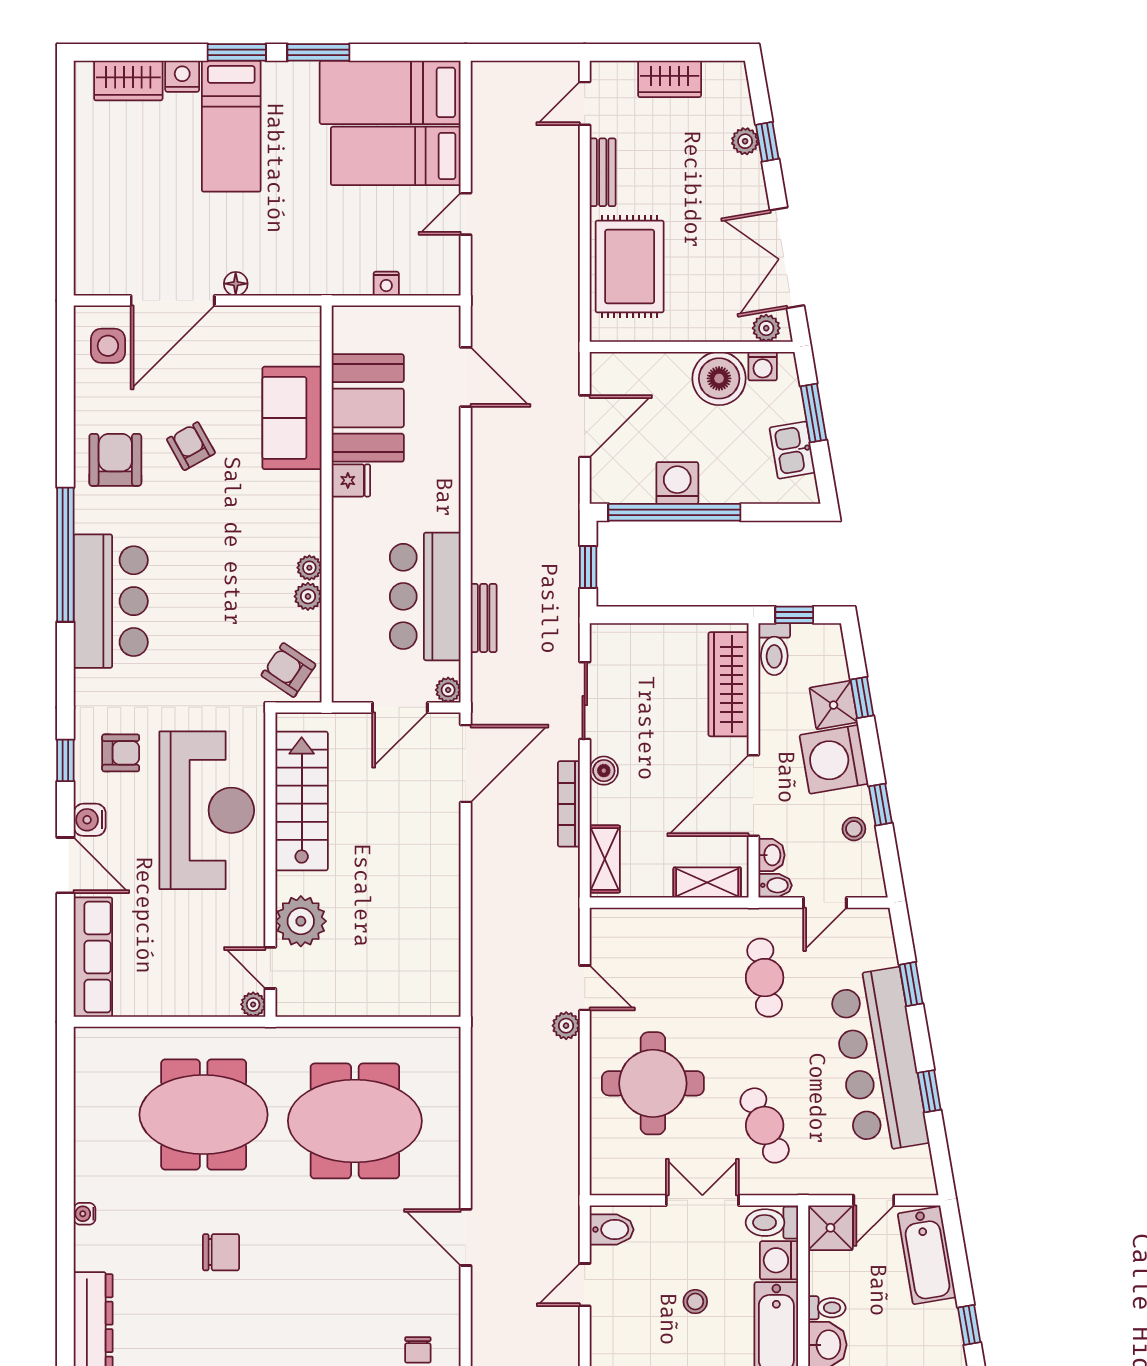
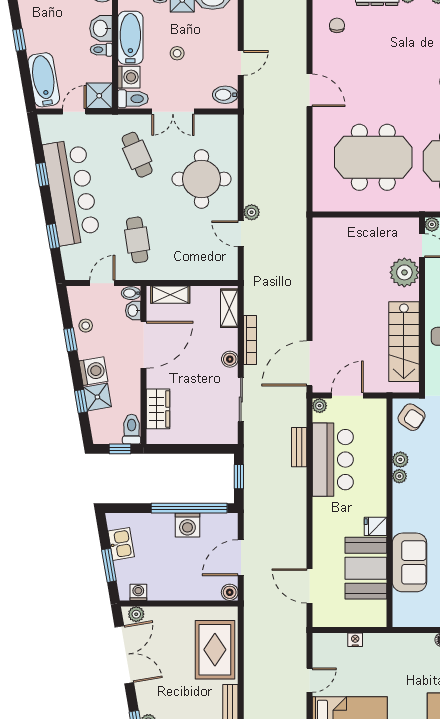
boiler: (719, 378) -> (230, 592), moved, width x0.54, depth x0.54
wardrobe: (728, 684) -> (158, 409), width x0.67
washing machine: (834, 759) -> (93, 371), width x0.73, depth x0.73

